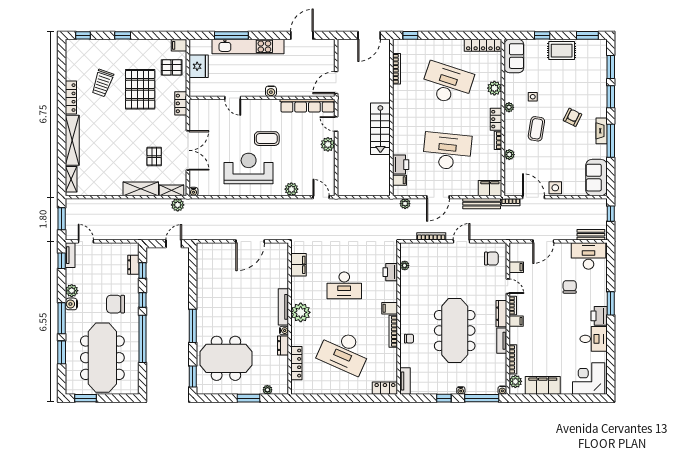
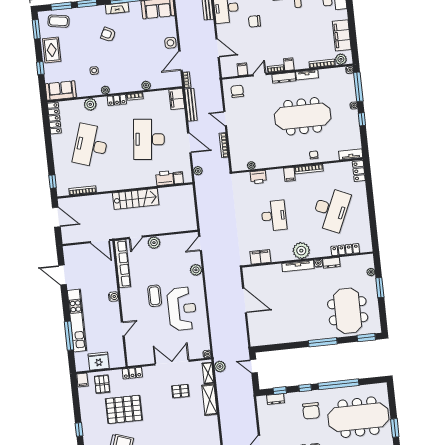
coffee table: (536, 129) -> (59, 21), moved
reception desk: (249, 168) -> (182, 309), turned 180

